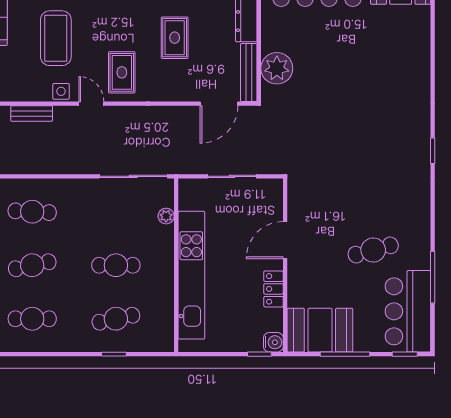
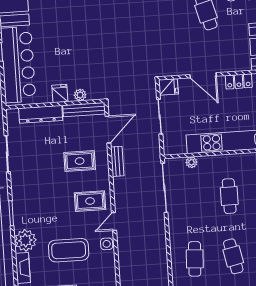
rug: (175, 38) -> (80, 161), moved
fridge: (273, 41) -> (60, 94), added
plant: (277, 68) -> (80, 95), width x0.53, depth x0.53
door: (219, 104) -> (108, 130), hinge flipped
bench: (32, 114) -> (117, 161), moved
fridge: (272, 191) -> (168, 87), added

